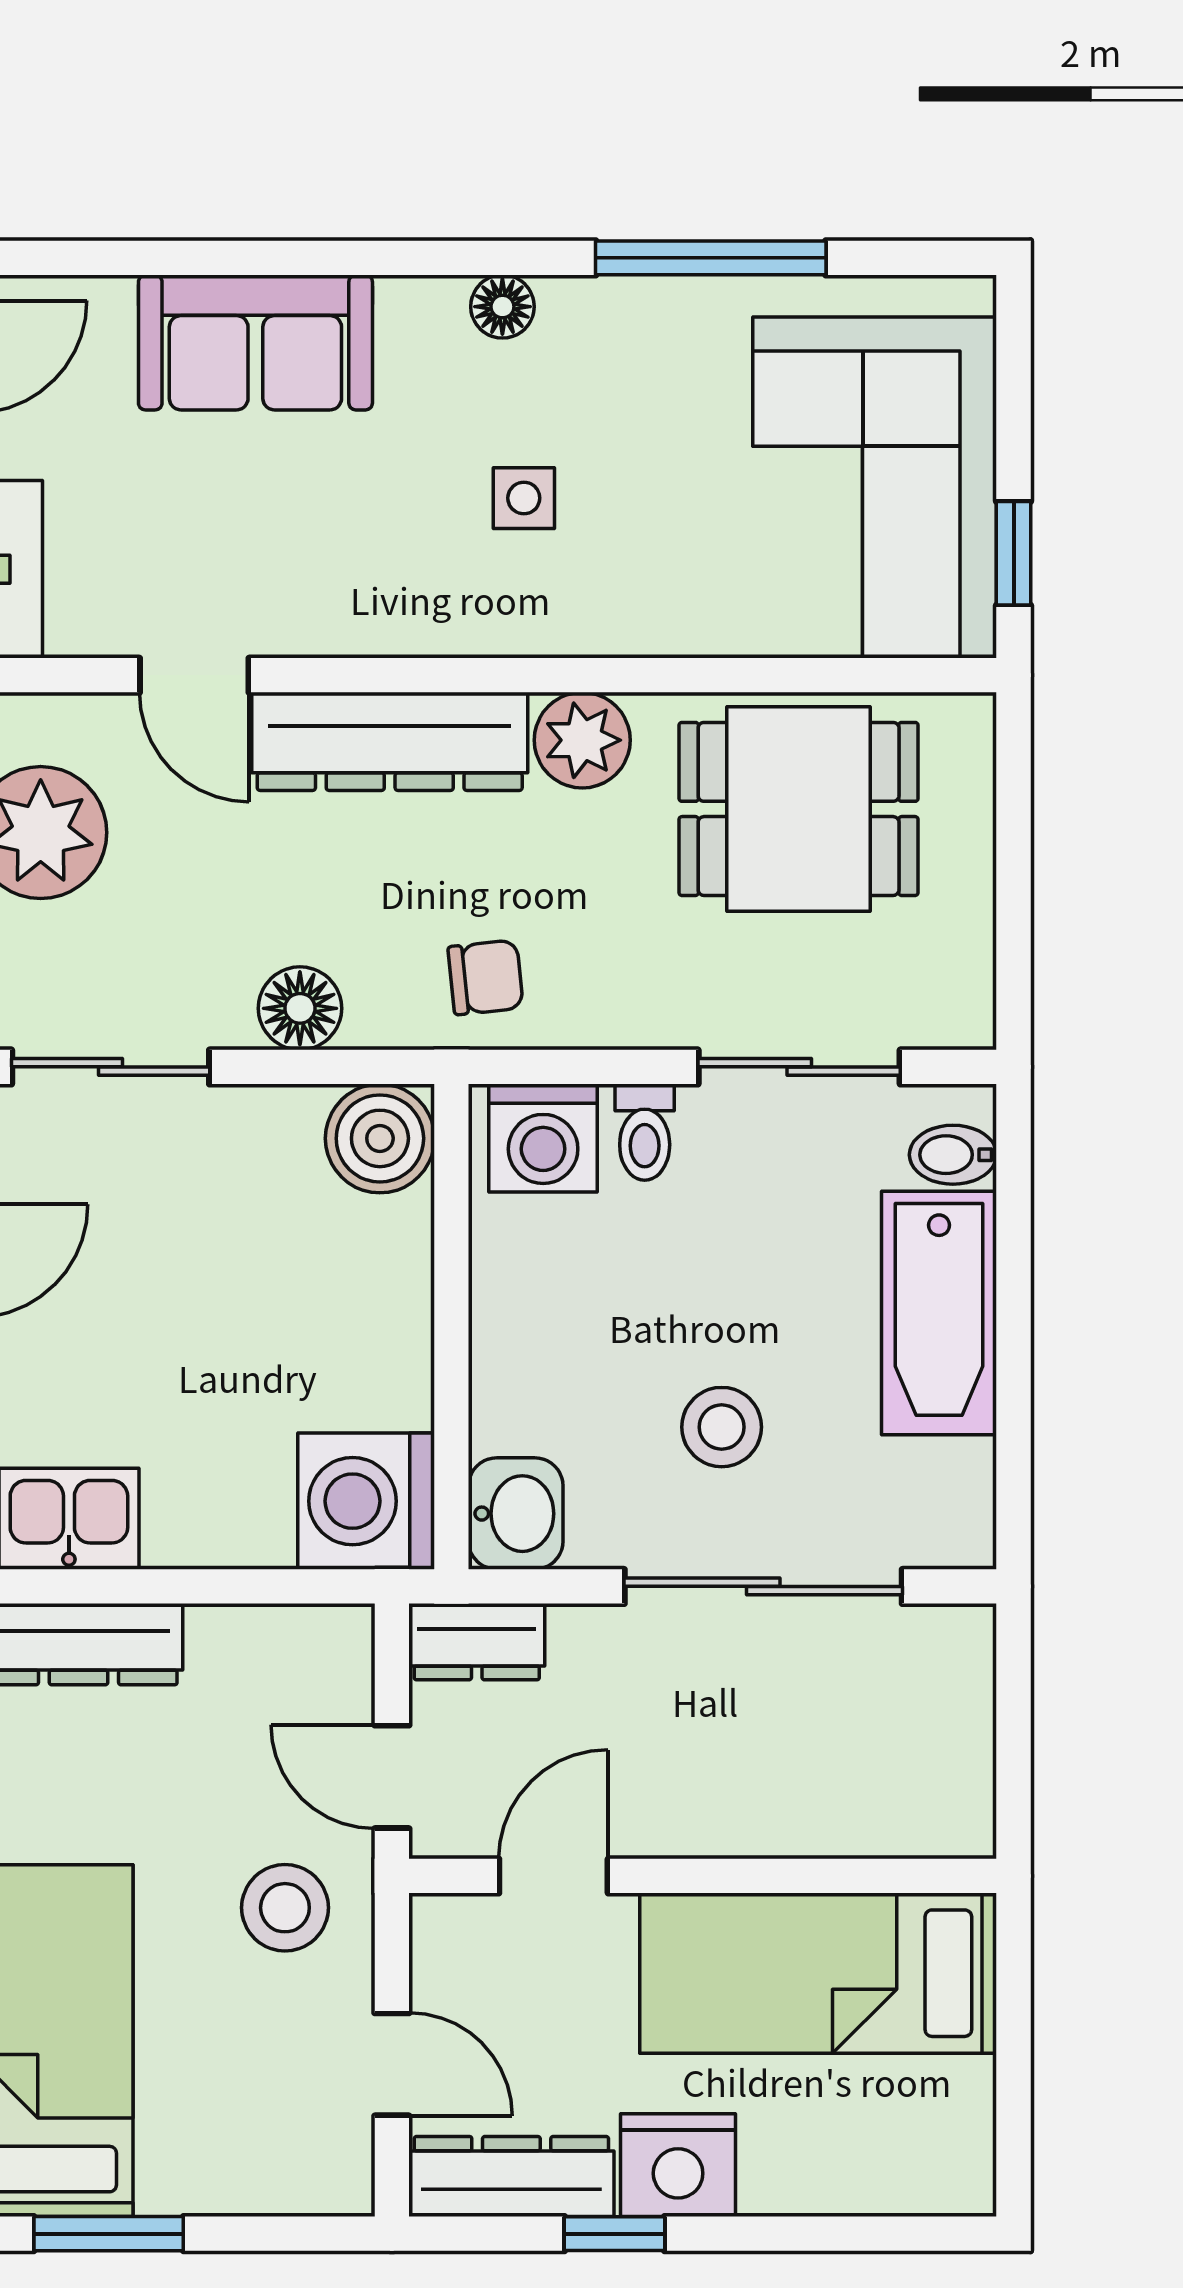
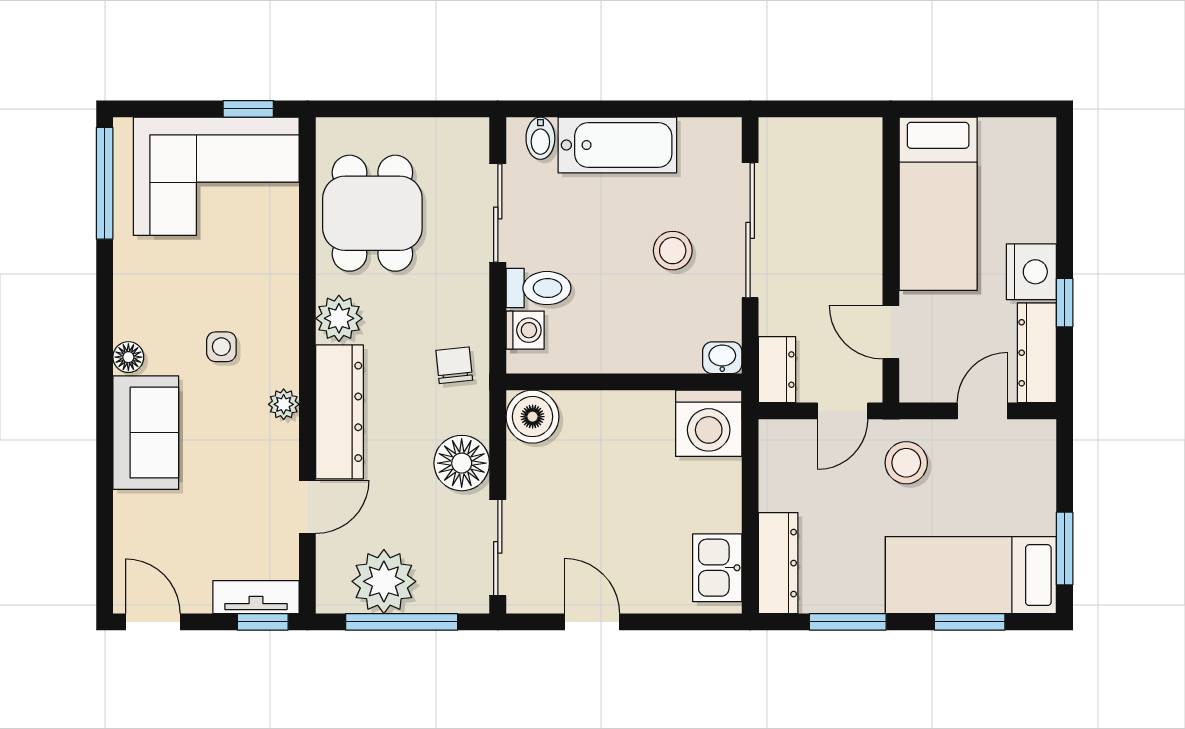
window: (711, 258) -> (105, 183), moved
sofa: (255, 342) -> (146, 433), moved
plant: (405, 626) -> (284, 404), added
floor lamp: (300, 1008) -> (462, 463), width x1.38, depth x1.38
toilet: (645, 1132) -> (539, 288), width x1.37, depth x1.39
washing machine: (543, 1138) -> (525, 330), width x0.73, depth x0.73
washbasin: (516, 1514) -> (722, 358), width x0.72, depth x0.69

